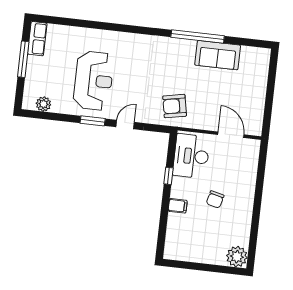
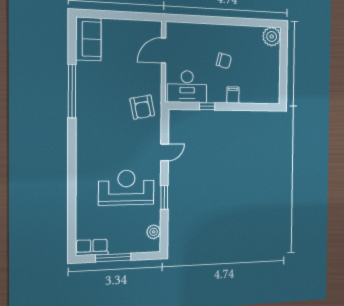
sofa: (218, 55) -> (88, 39), moved
window: (93, 121) -> (164, 197), moved
door: (125, 125) -> (165, 152), swing flipped

